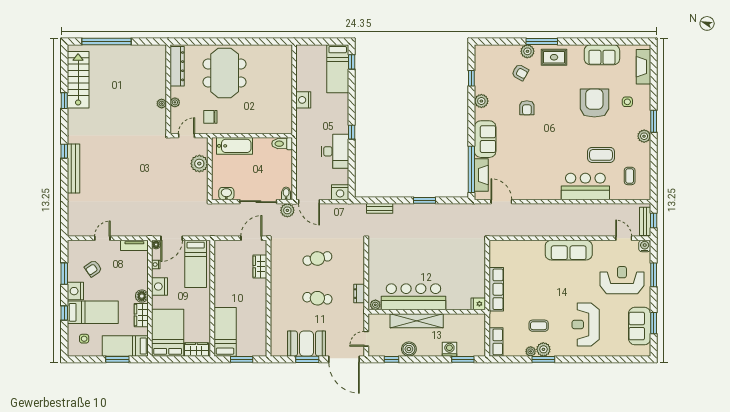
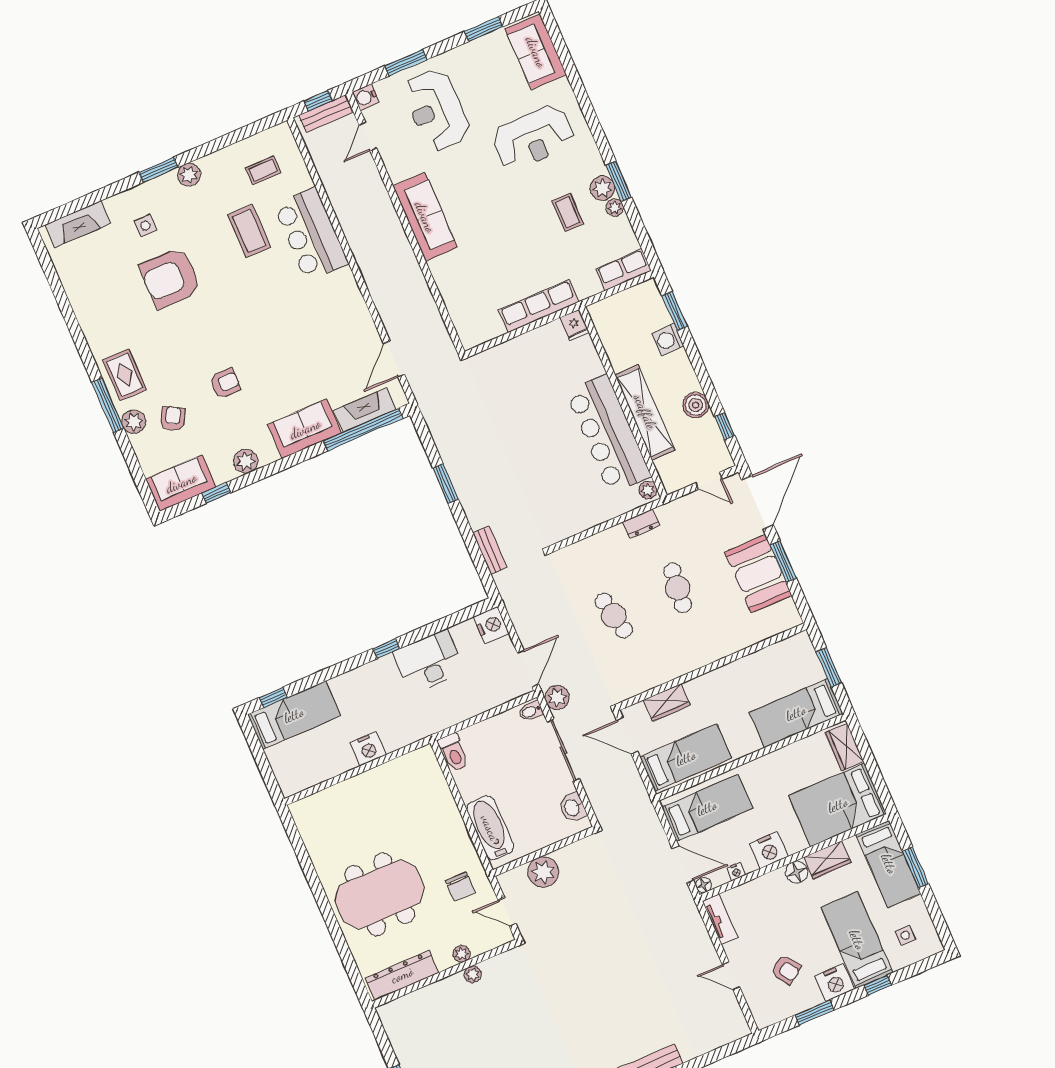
sofa: (602, 55) -> (181, 483), moved, turned -90
bed: (227, 264) -> (686, 758), added
sofa: (640, 326) -> (536, 52), moved, turned 90

